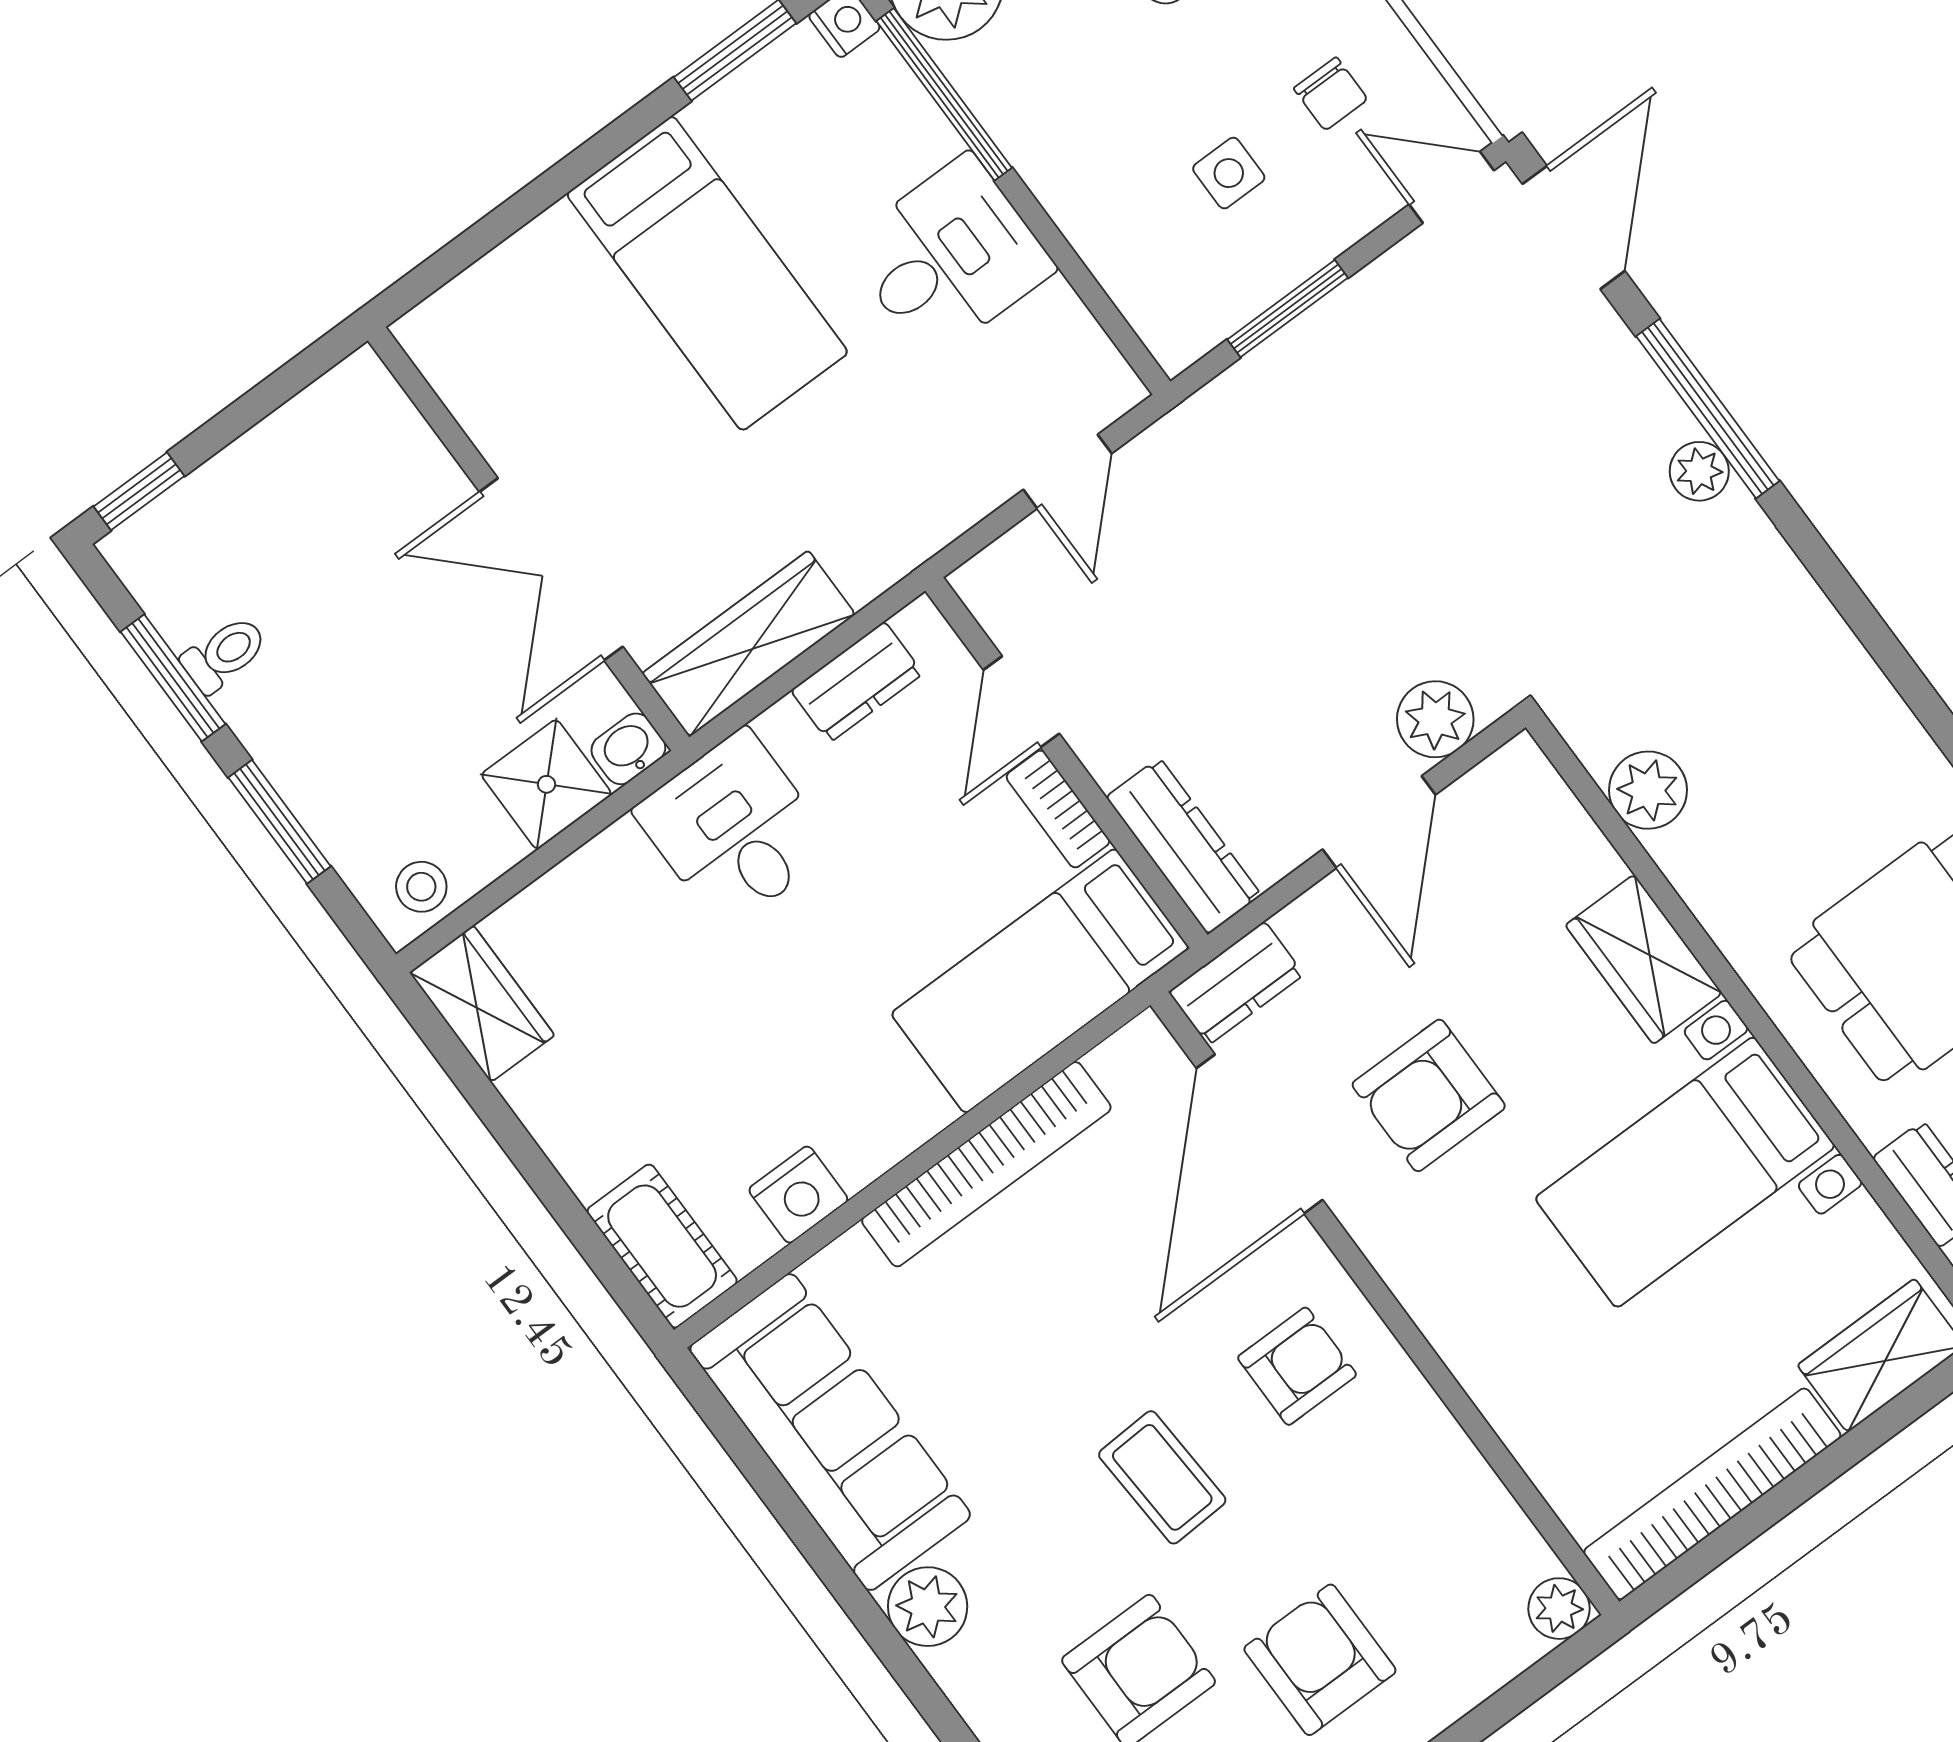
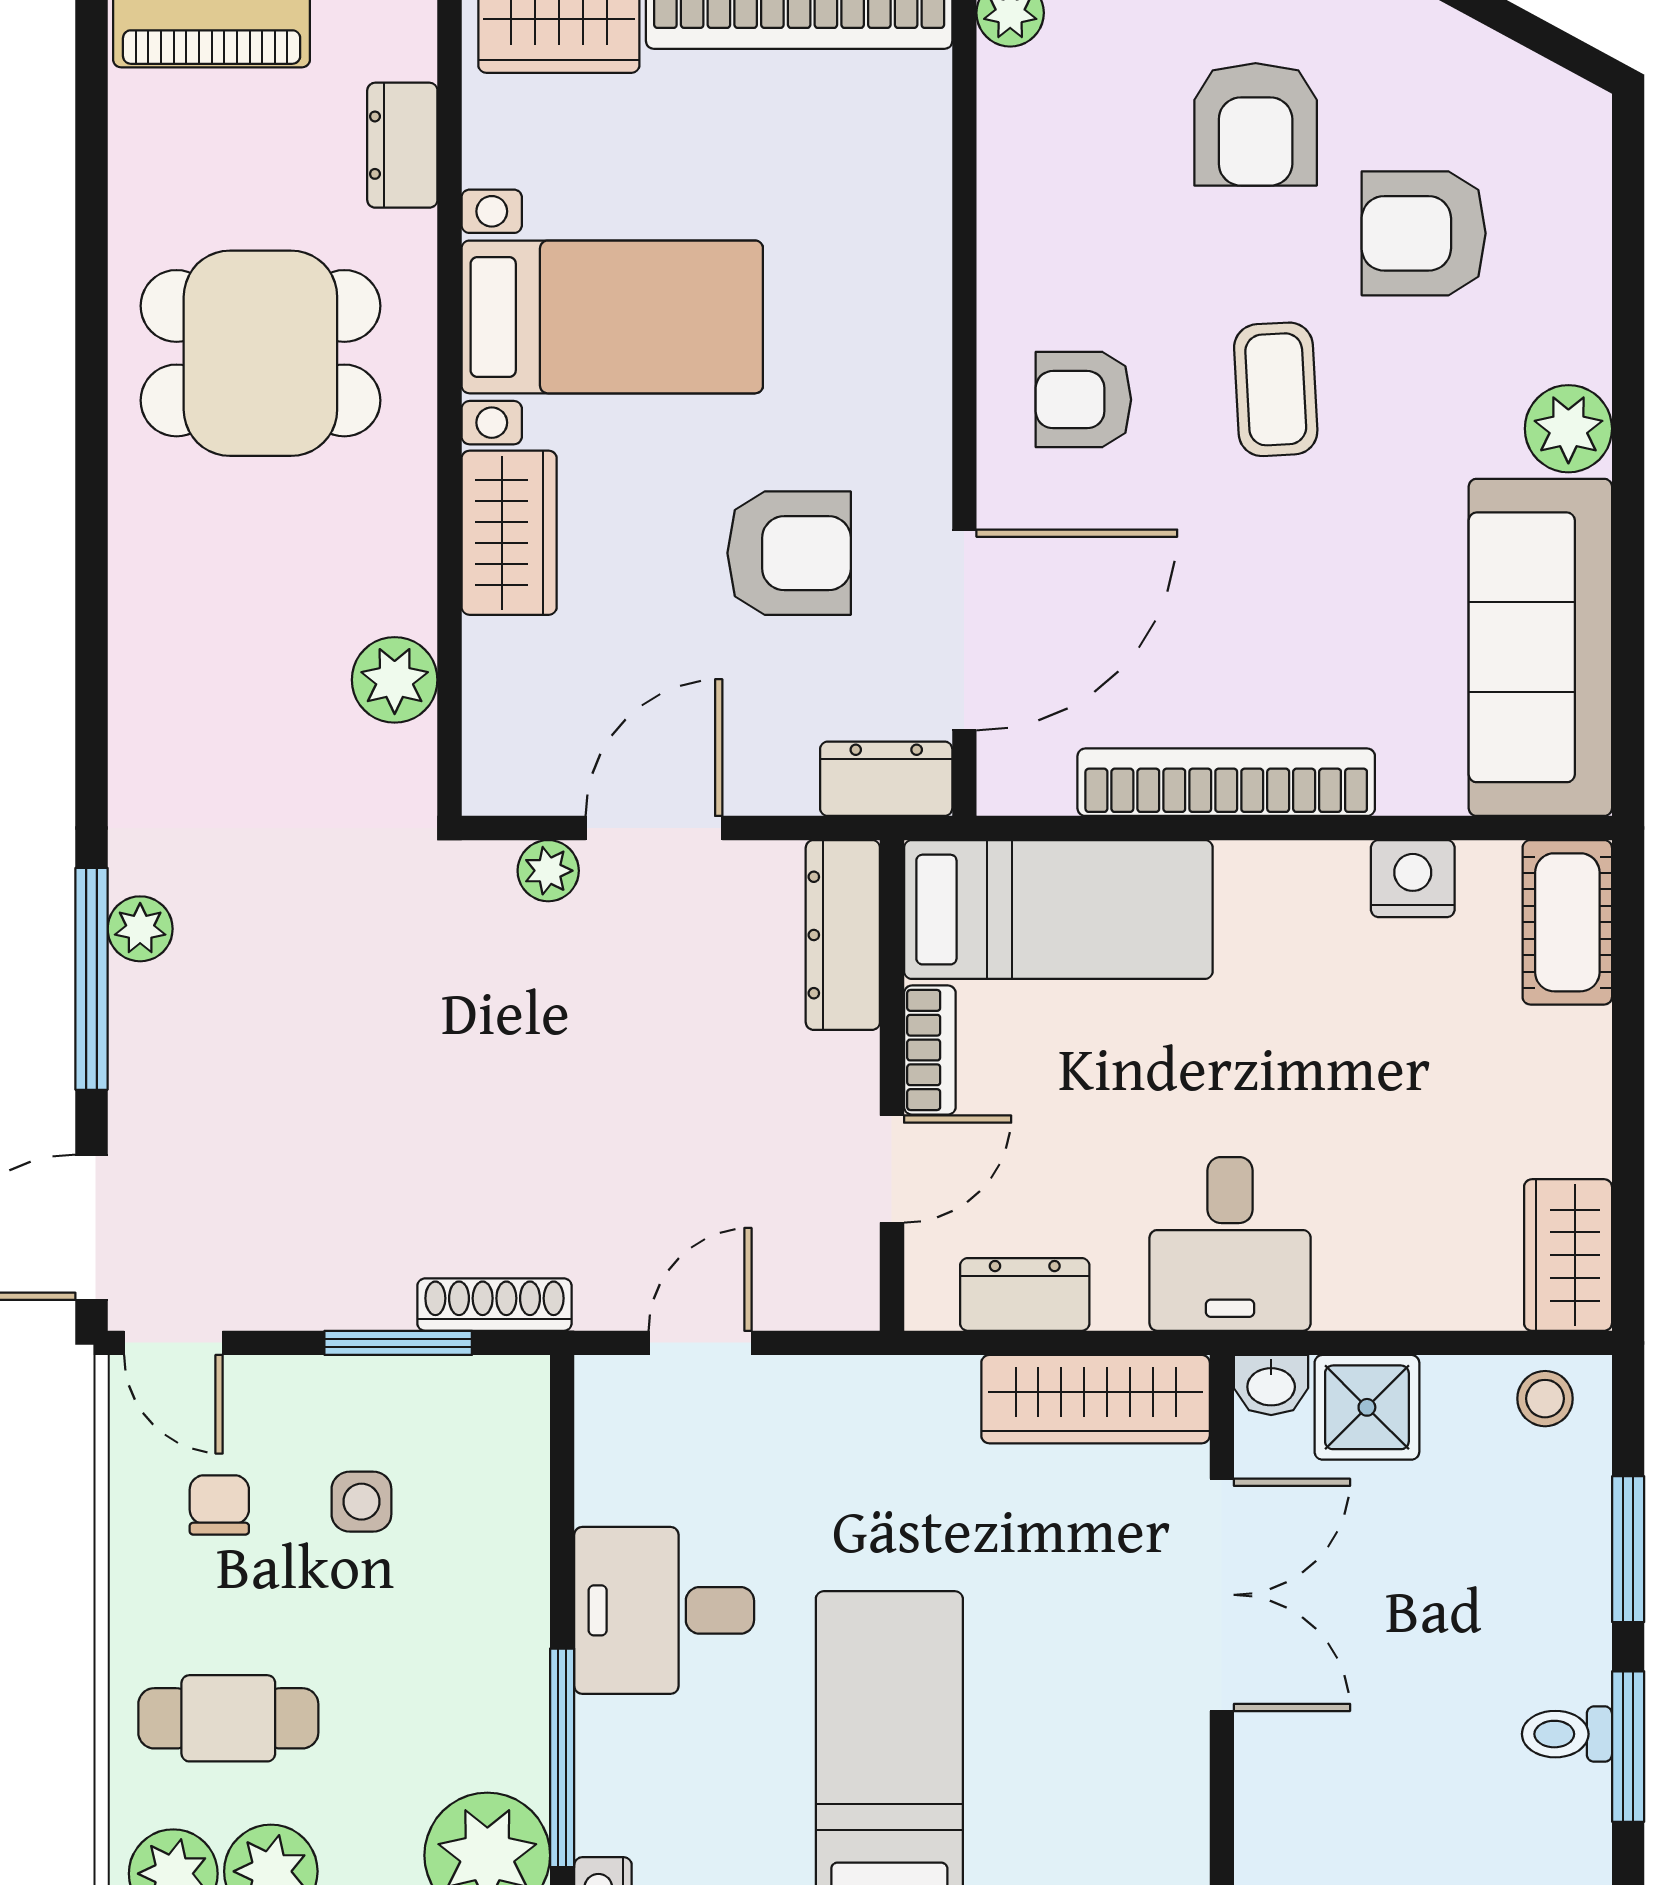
shoe rack: (1238, 388) -> (494, 1305), added
plant: (1435, 719) -> (548, 871), width x0.73, depth x0.73

